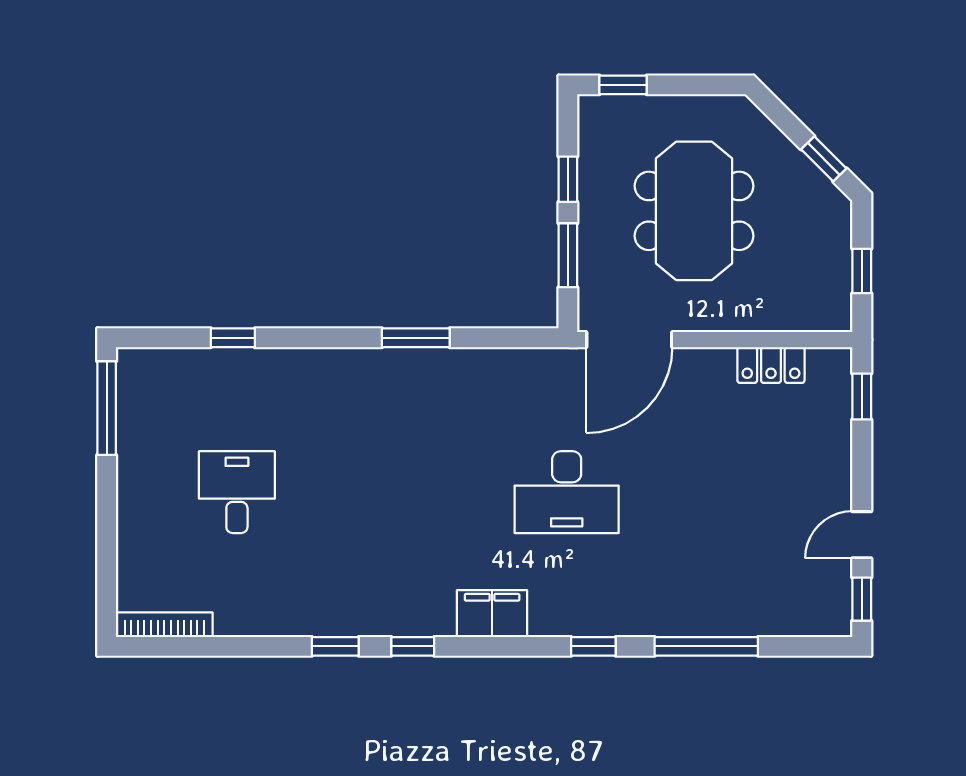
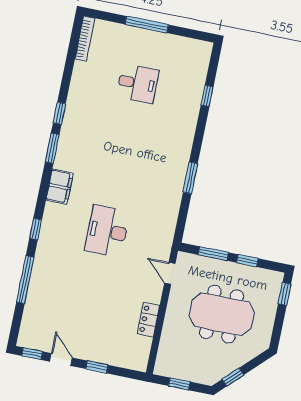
door: (629, 340) -> (170, 273), width x0.53
locker: (771, 365) -> (148, 320), moved
window: (862, 396) -> (97, 367), moved
window: (107, 408) -> (147, 25), moved
window: (413, 646) -> (52, 148), width x1.50

